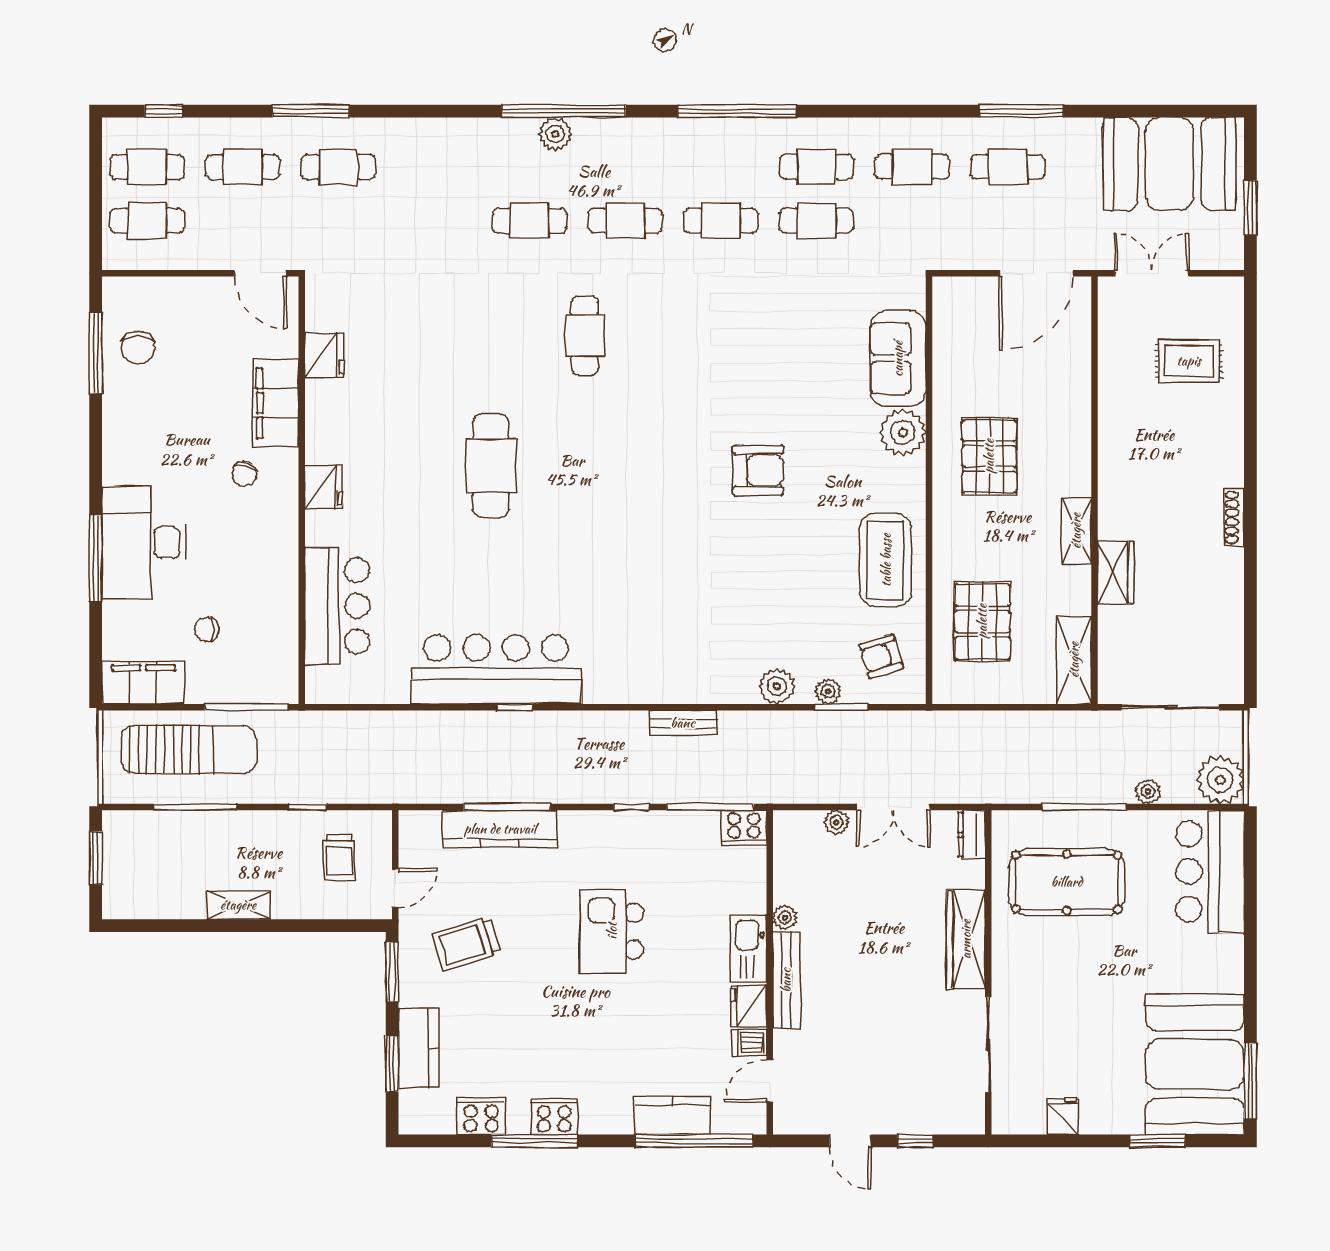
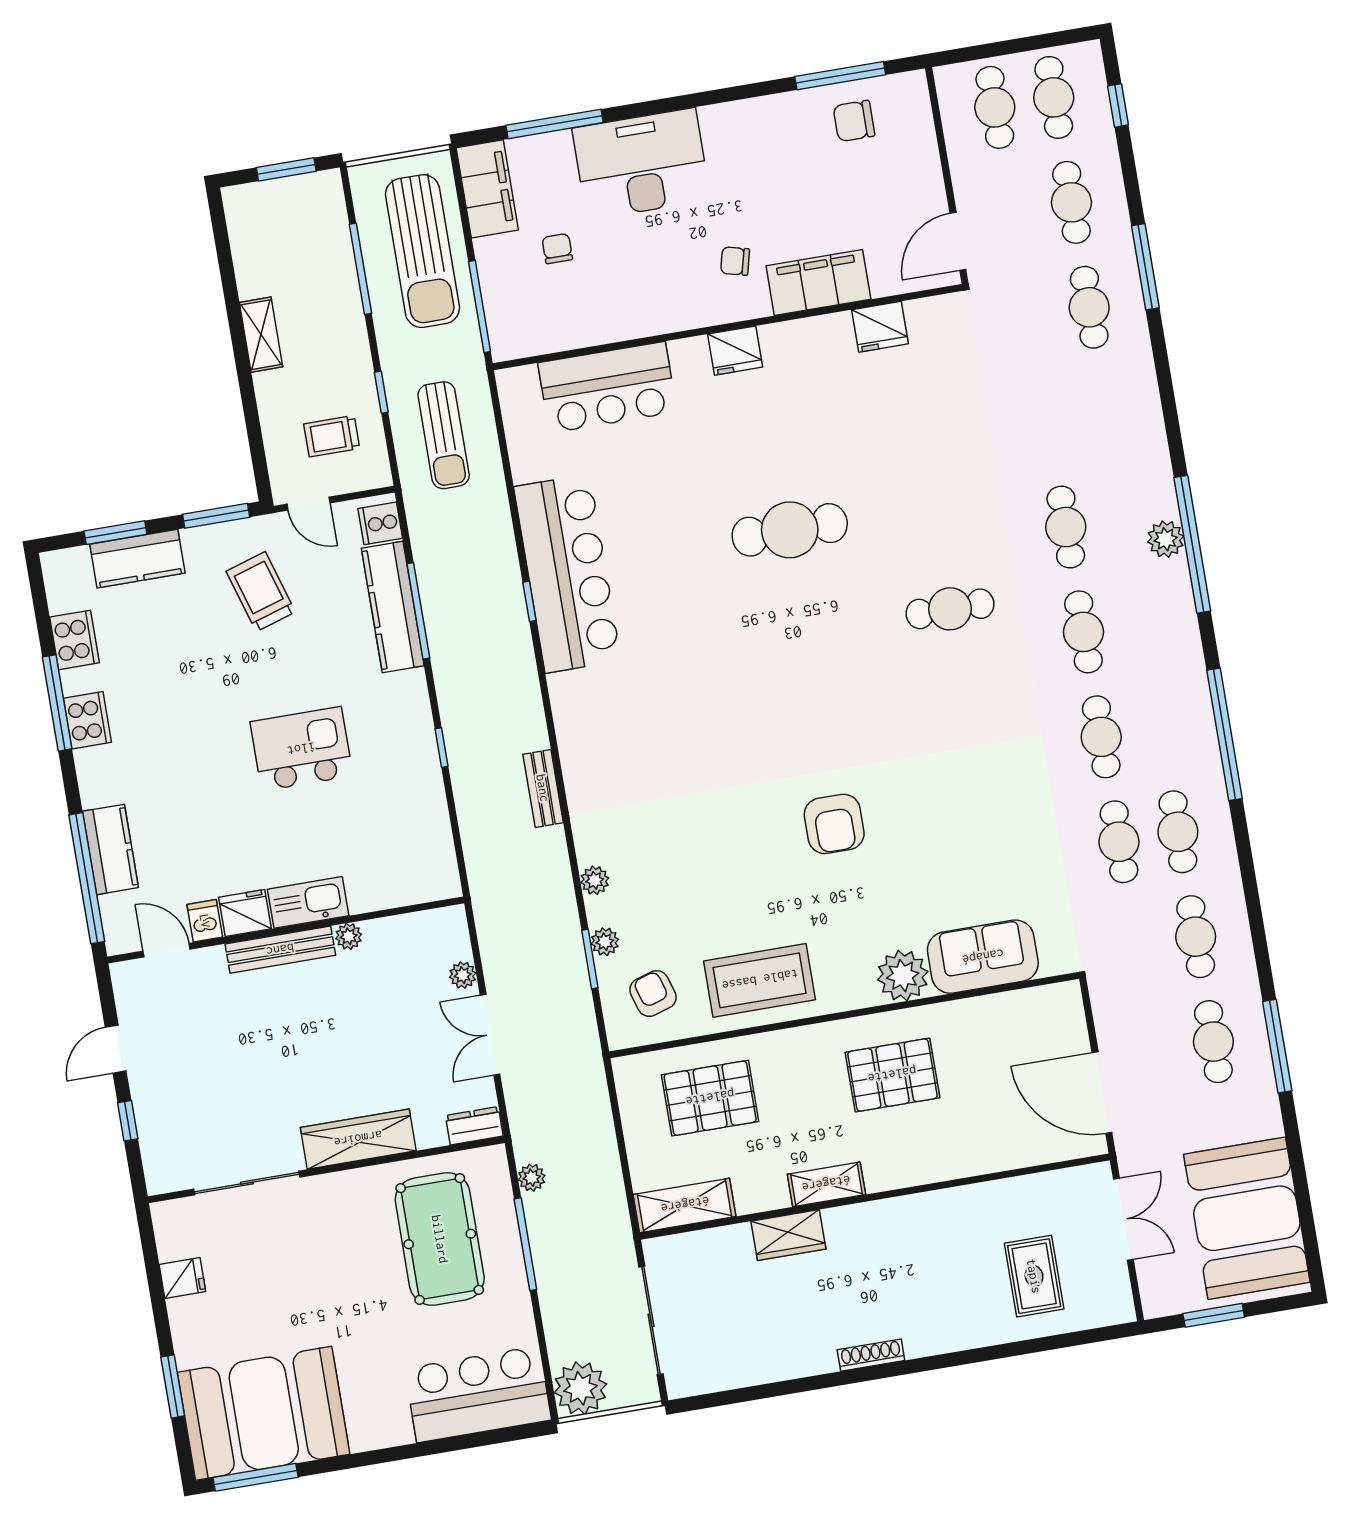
window: (96, 558) -> (555, 124), moved
plant: (777, 686) -> (595, 880), width x0.73, depth x0.73
sun lounger: (355, 758) -> (444, 435), added
plant: (1148, 792) -> (532, 1178), moved
window: (710, 807) -> (456, 834), removed
cooker: (744, 828) -> (380, 523), moved, width x0.73

